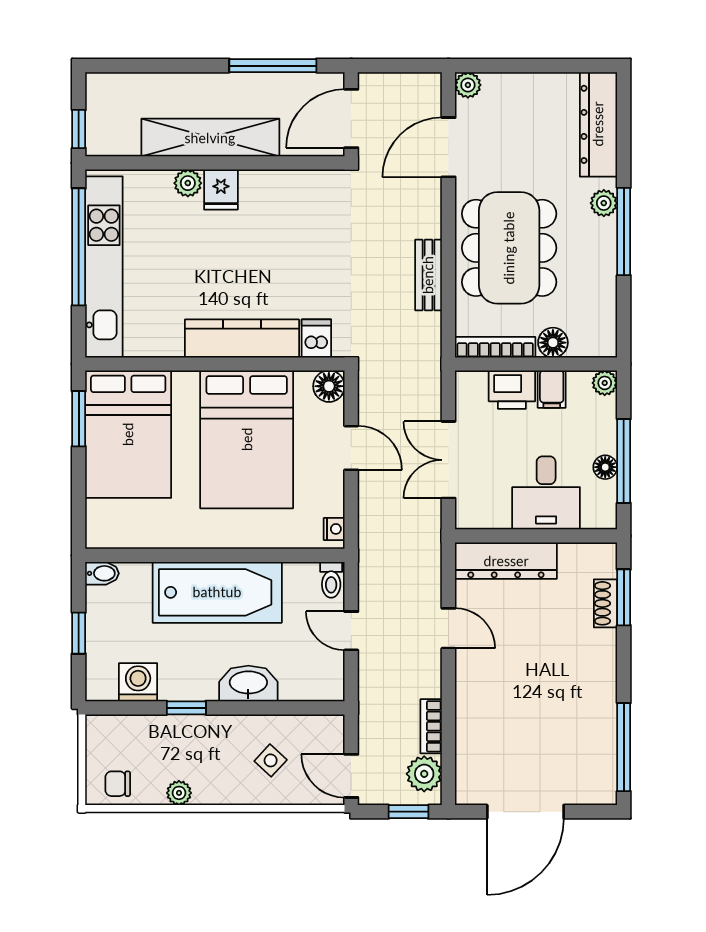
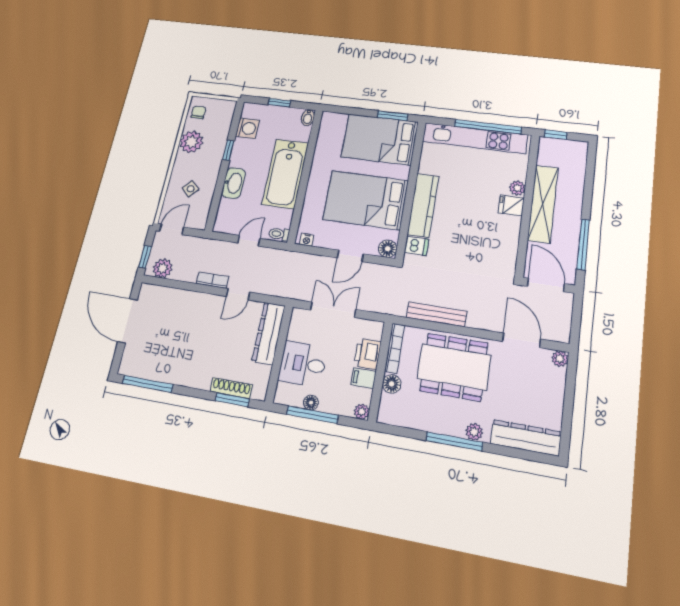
bench: (428, 275) -> (437, 314), width x1.36
shoe rack: (605, 603) -> (231, 388), width x1.43
bookcase: (431, 726) -> (213, 280), moved
plant: (179, 793) -> (191, 142), width x1.88, depth x1.88

